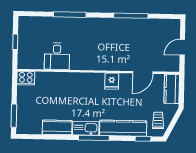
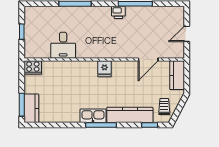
printer: (114, 24) -> (118, 12), added
fridge: (112, 81) -> (105, 69), moved
kitchen counter: (57, 127) -> (31, 108), moved, turned 90

